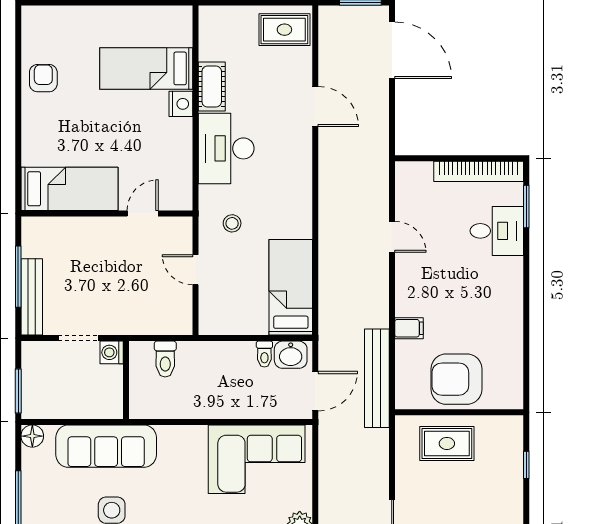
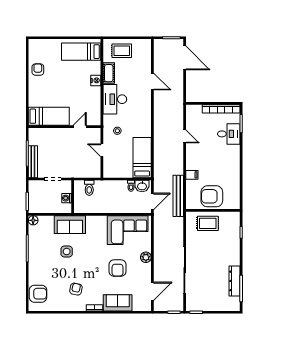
rug: (284, 30) -> (122, 51), moved
bed: (146, 68) -> (81, 52), moved
washing machine: (112, 352) -> (67, 198), moved
sofa: (106, 446) -> (70, 225), width x0.73

